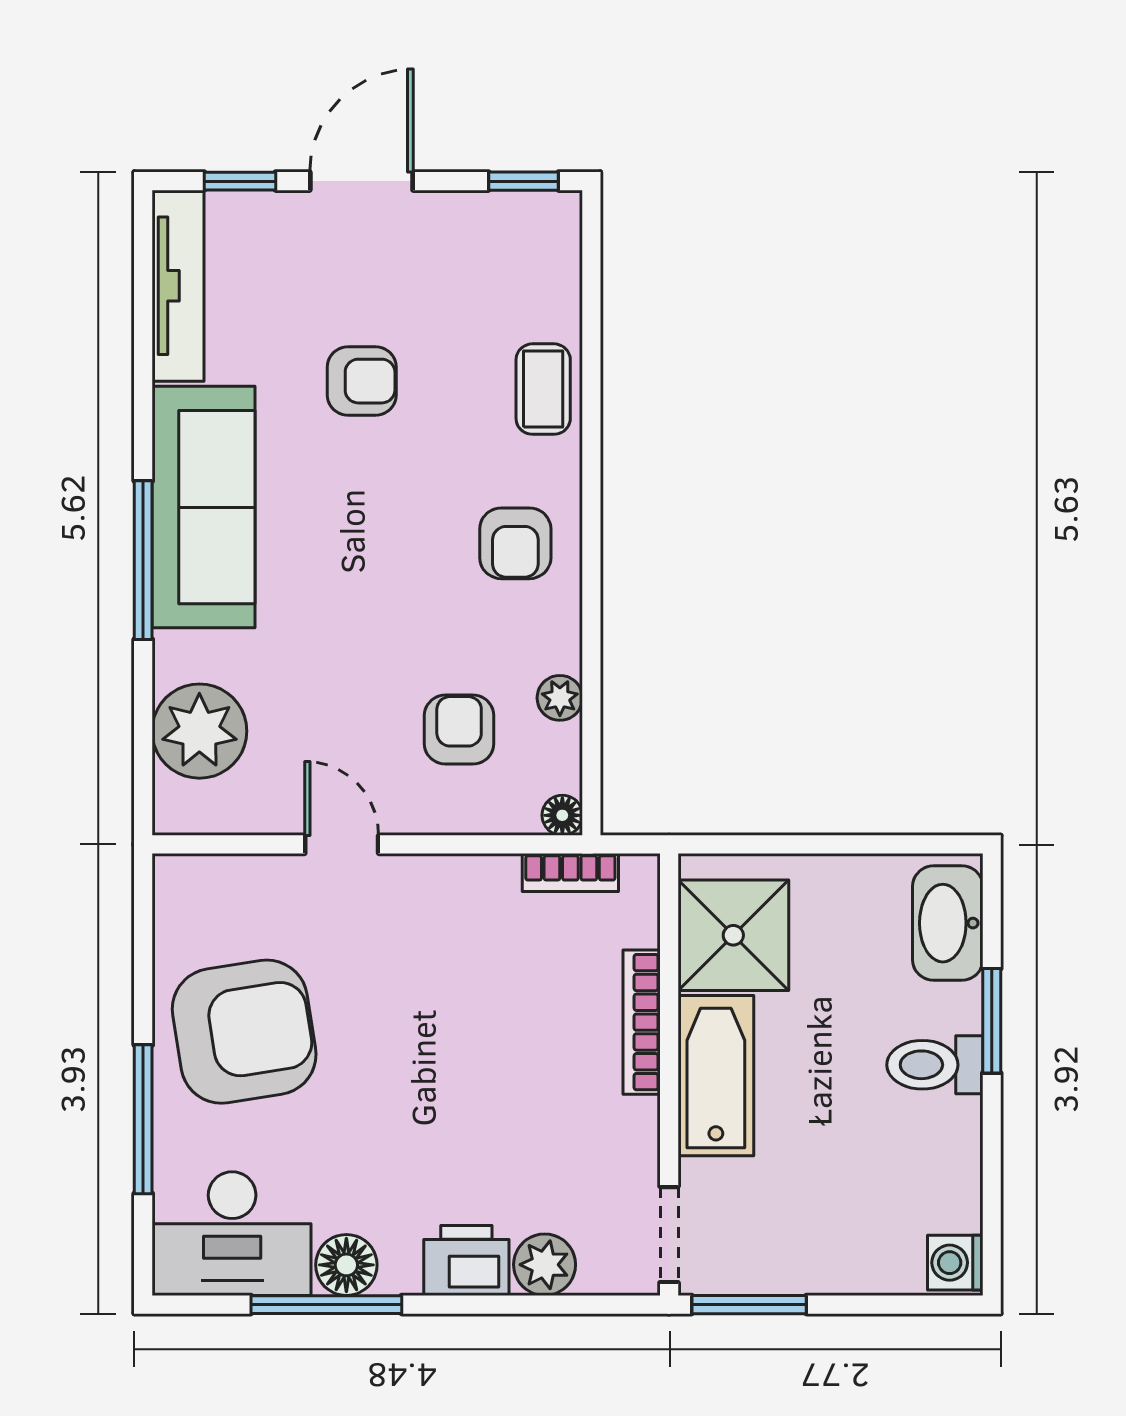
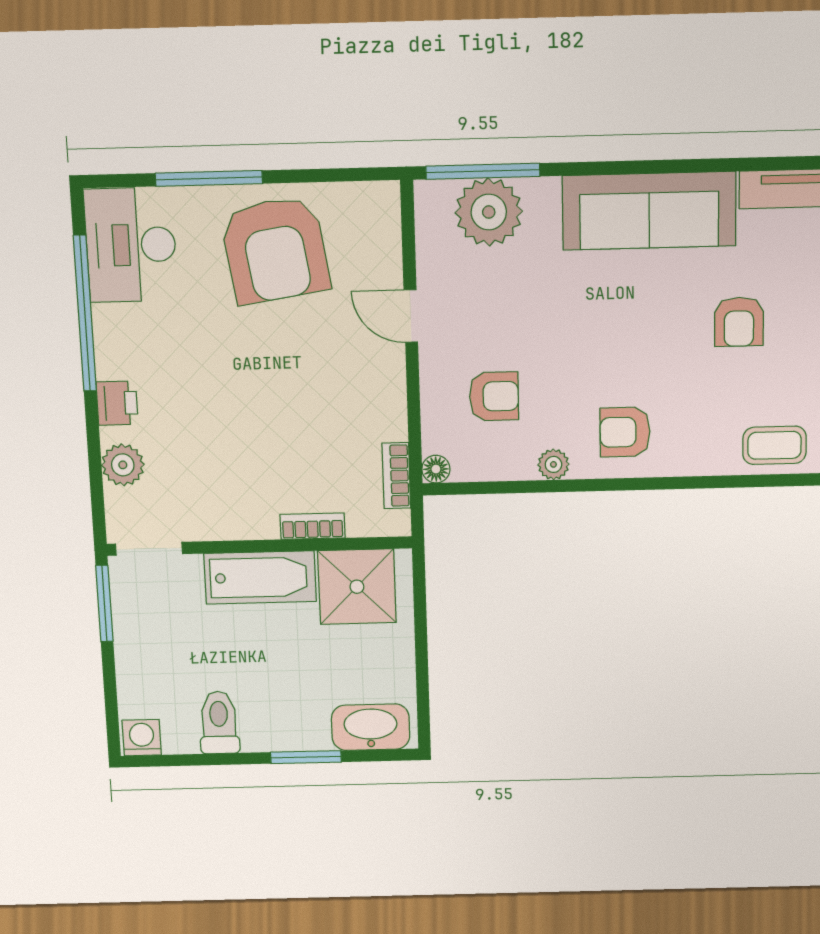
coffee table: (543, 389) -> (774, 445), moved
window: (143, 560) -> (483, 171), moved
plant: (560, 698) -> (553, 464), moved
door: (342, 844) -> (411, 316), swing flipped
bookcase: (642, 1022) -> (313, 526), width x0.64
toilet: (935, 1065) -> (219, 723), moved
printer: (466, 1260) -> (117, 403), width x0.73, depth x0.81
floor lamp: (346, 1265) -> (114, 327), removed
window: (326, 1305) -> (85, 314), width x1.46

